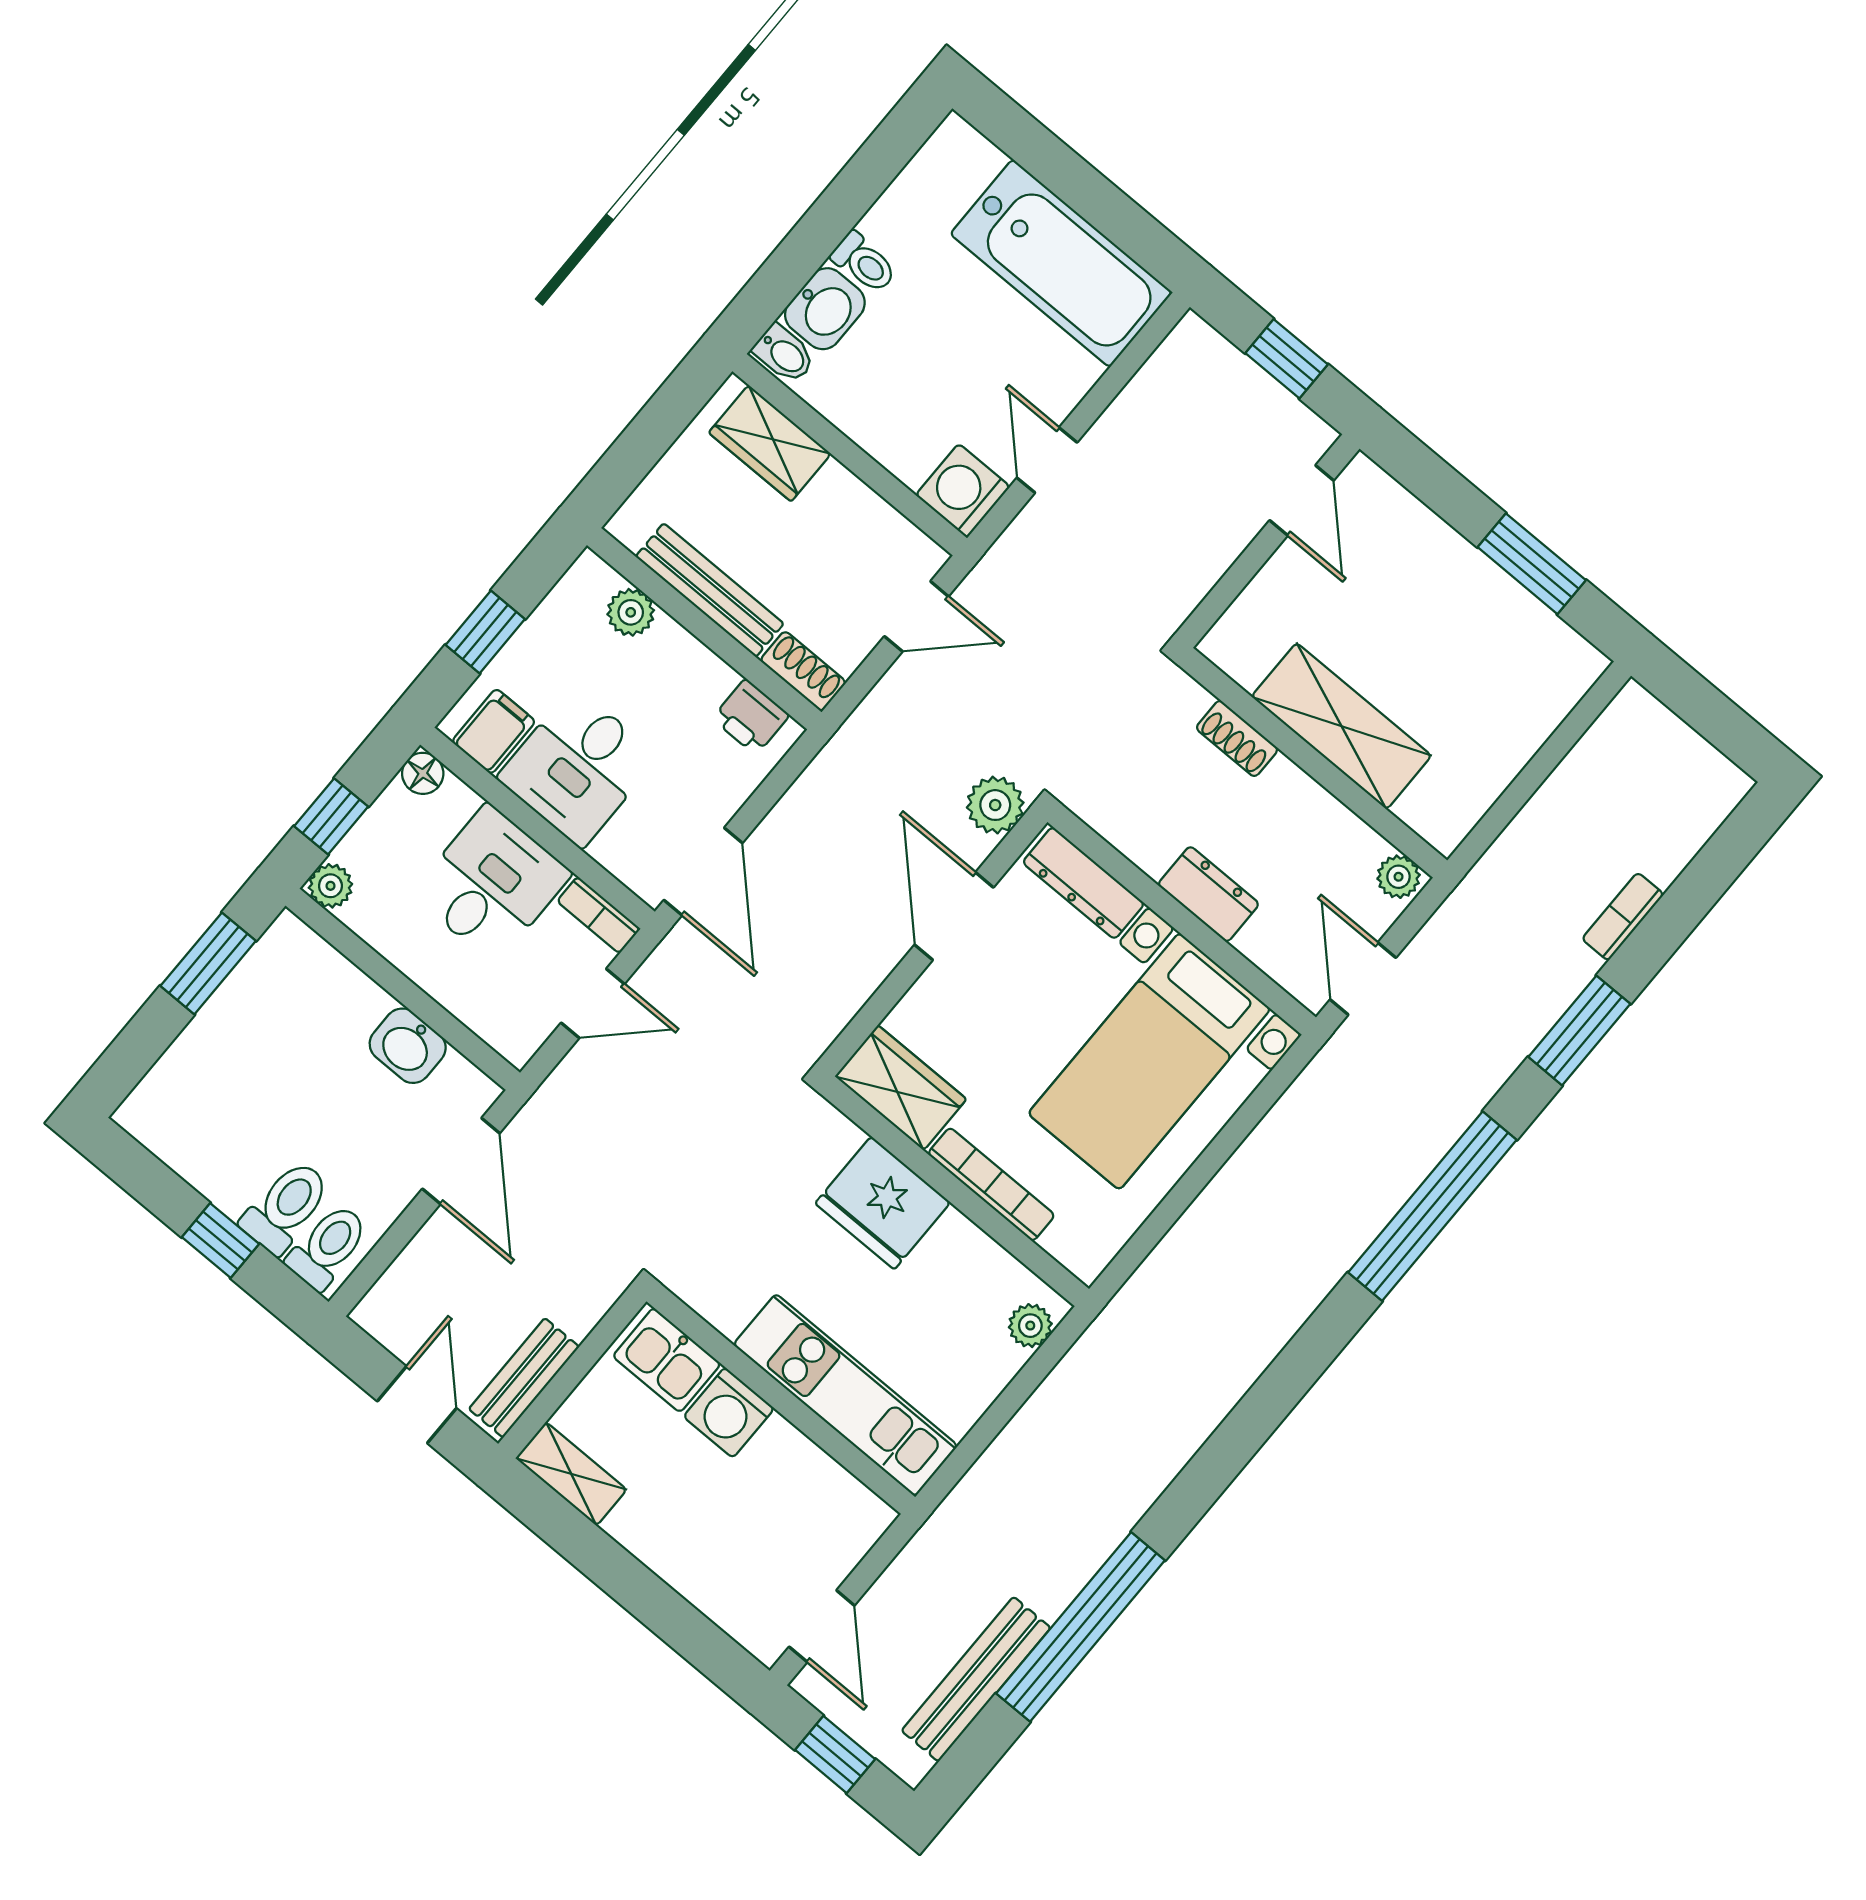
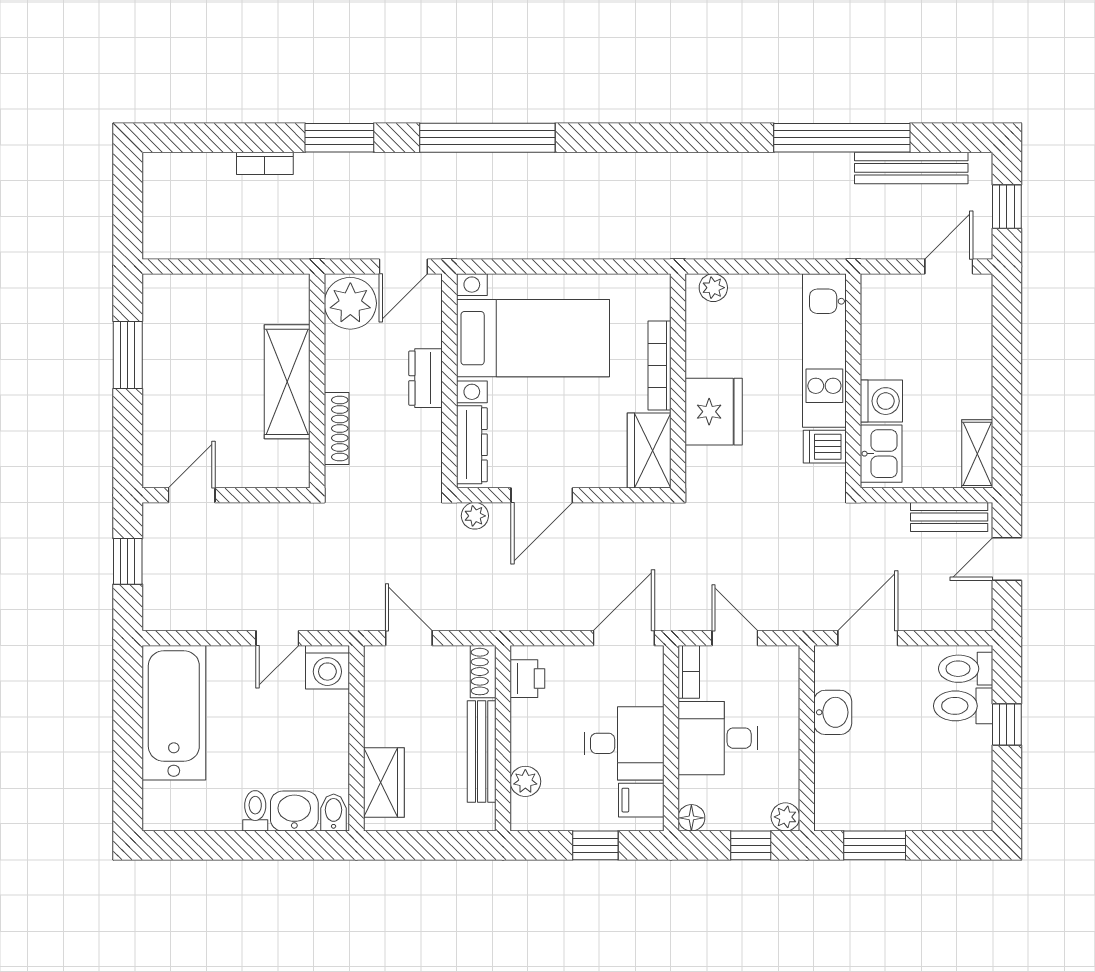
shoe rack: (1237, 739) -> (337, 429), width x1.43
plant: (995, 805) -> (475, 516), width x0.73, depth x0.73
plant: (1399, 877) -> (350, 303), width x1.87, depth x1.87
dishwasher: (731, 1300) -> (825, 447), added

